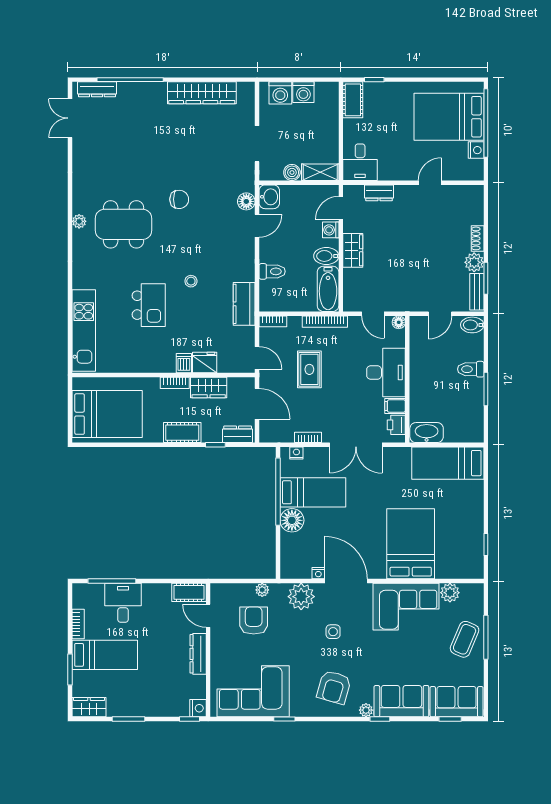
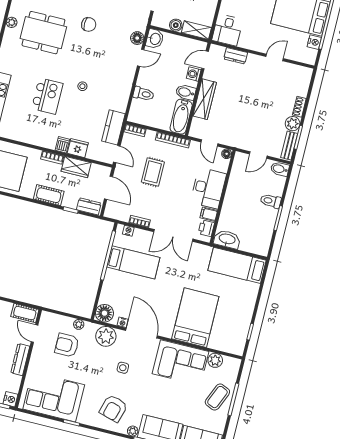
wardrobe: (353, 250) -> (205, 99), width x1.50
kitchen counter: (244, 304) -> (113, 127), moved
floor lamp: (292, 520) -> (104, 313), moved
armchair: (254, 620) -> (67, 345), turned -90

